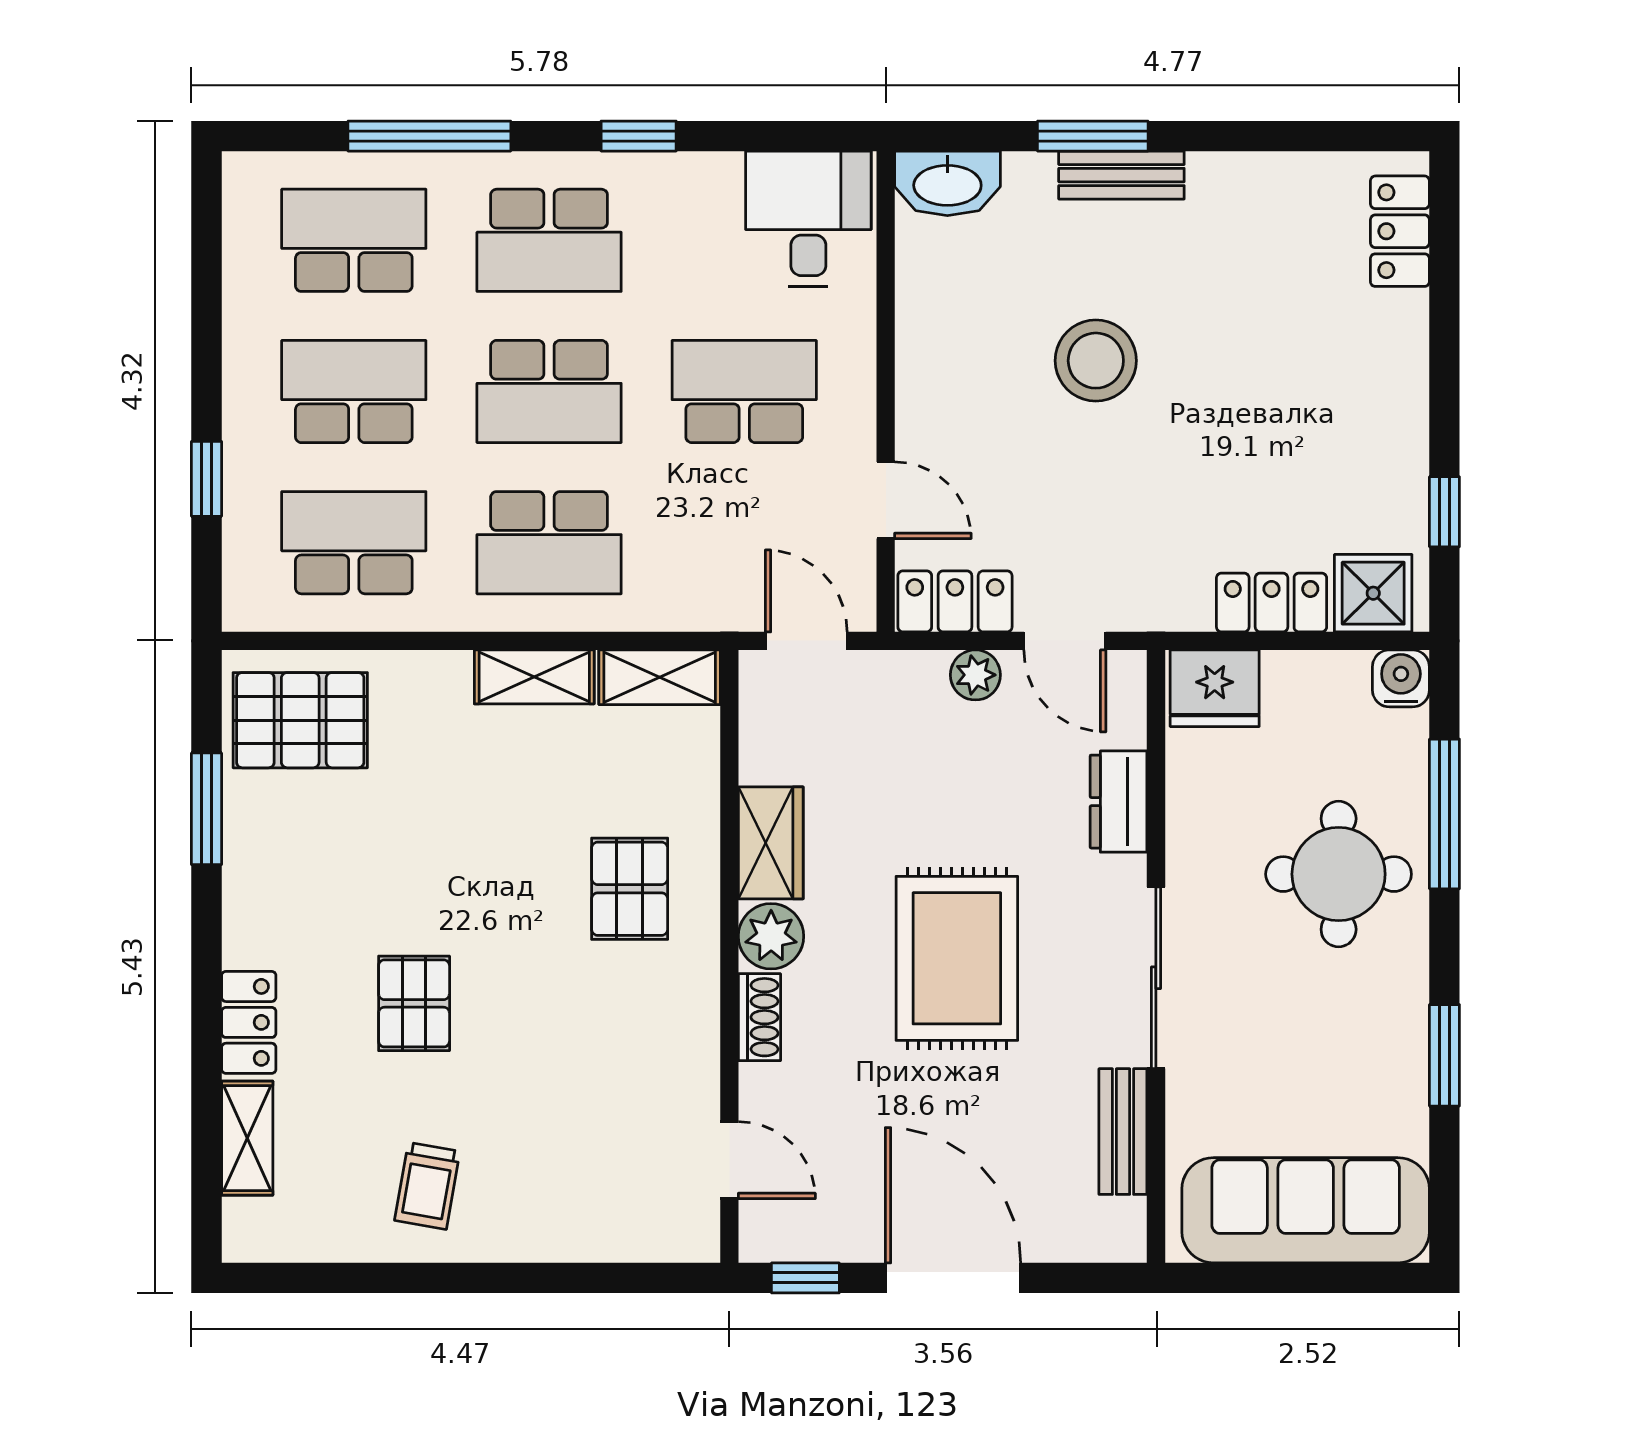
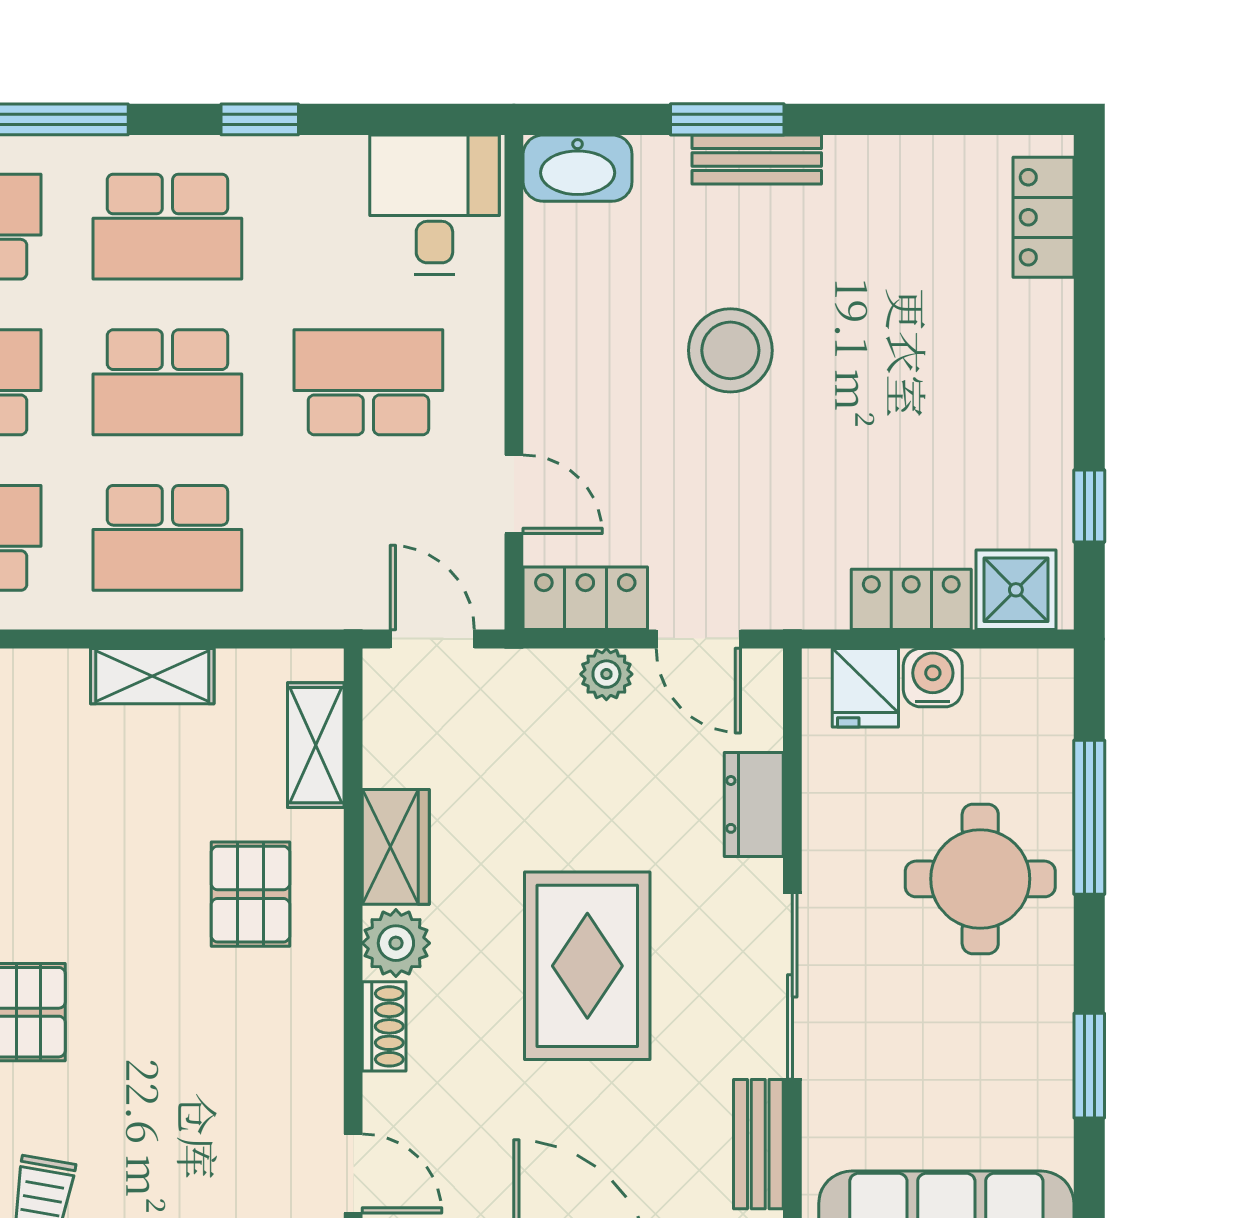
shelving: (660, 677) -> (316, 745), moved, turned 90
water cooler: (1401, 678) -> (933, 678), moved
fridge: (1215, 688) -> (865, 688), width x0.72

